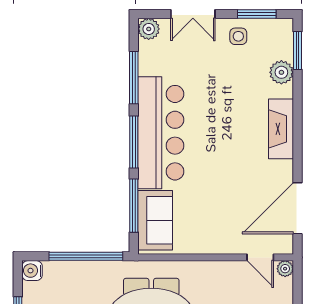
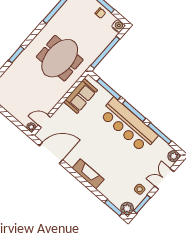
plant: (281, 72) -> (127, 208), moved
door: (297, 208) -> (51, 153), hinge flipped
sofa: (155, 220) -> (81, 96), moved, turned -90

